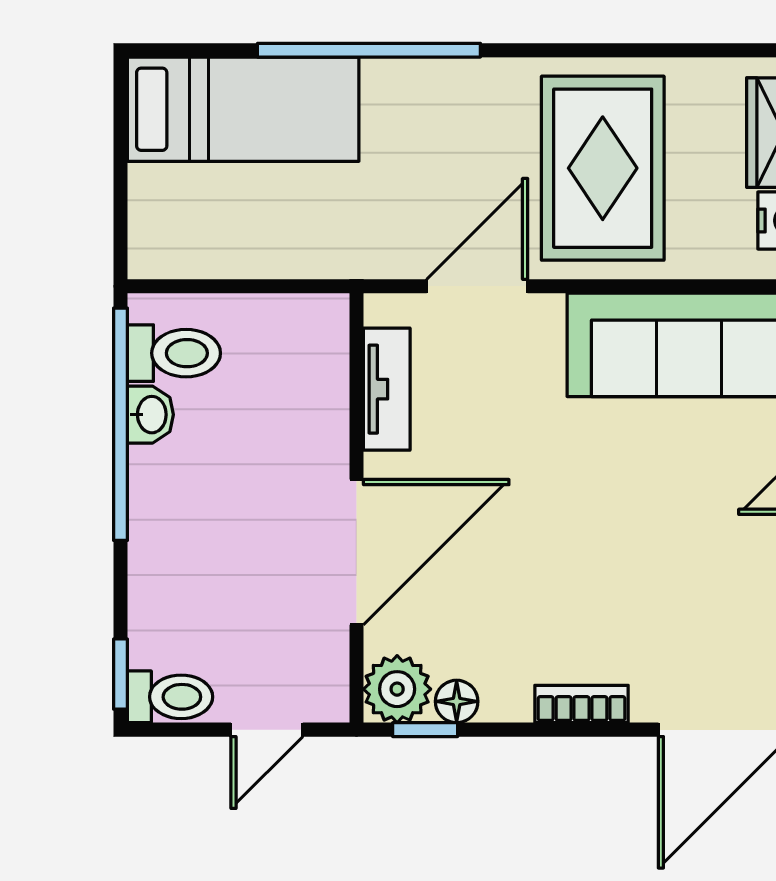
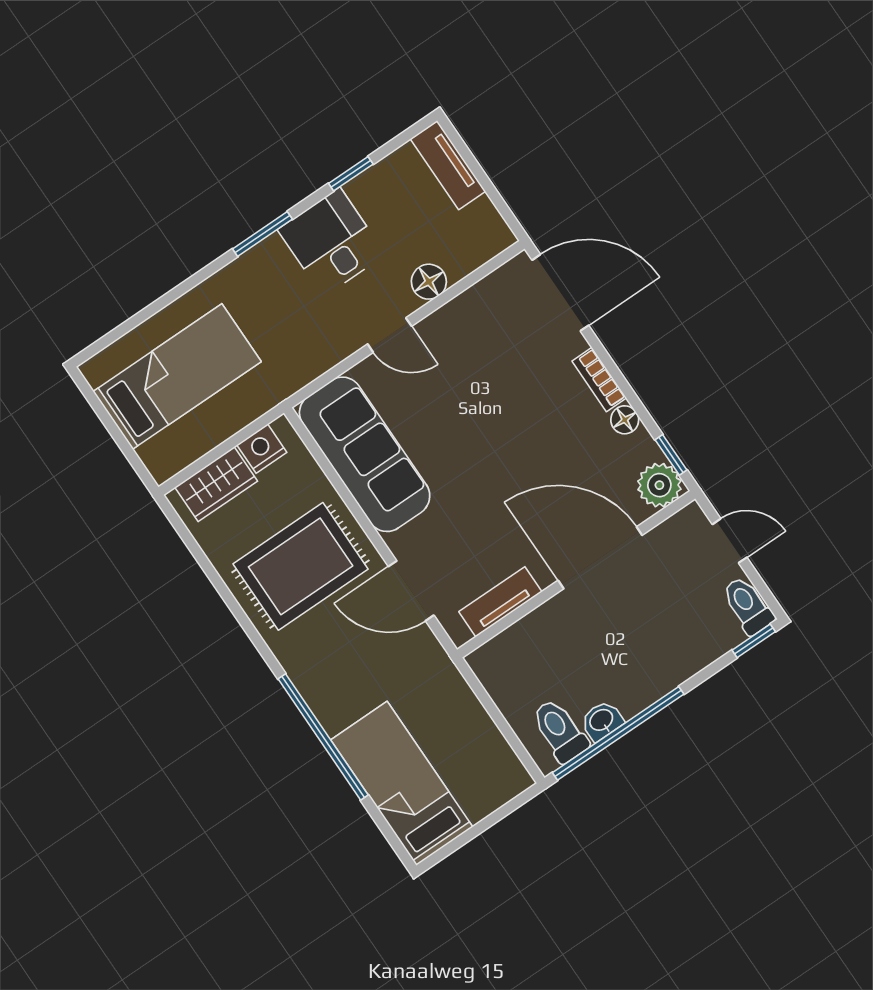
floor lamp: (457, 701) -> (625, 420), moved

